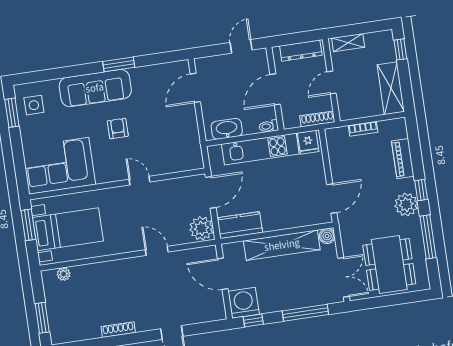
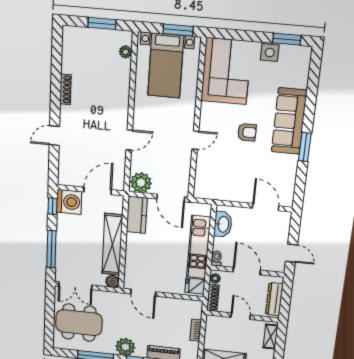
side table: (34, 105) -> (270, 53), moved
plant: (293, 122) -> (215, 278), added
window: (42, 318) -> (102, 23), moved

